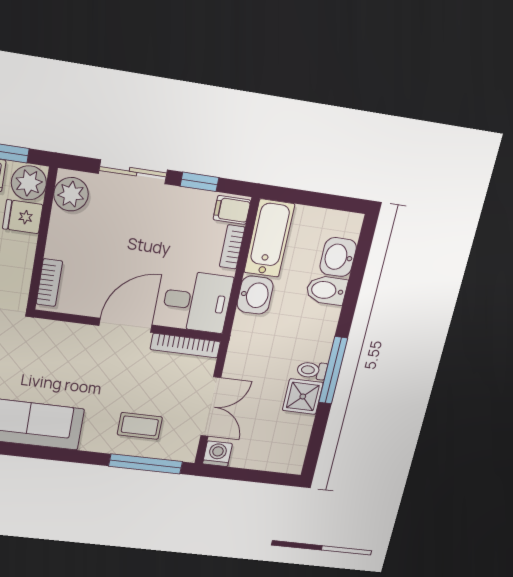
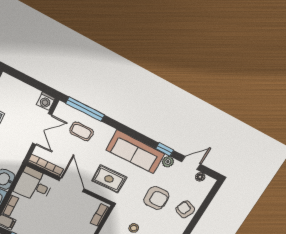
door: (126, 325) -> (72, 185), swing flipped
rug: (58, 359) -> (109, 179), added
double door: (211, 407) -> (42, 129), swing flipped

